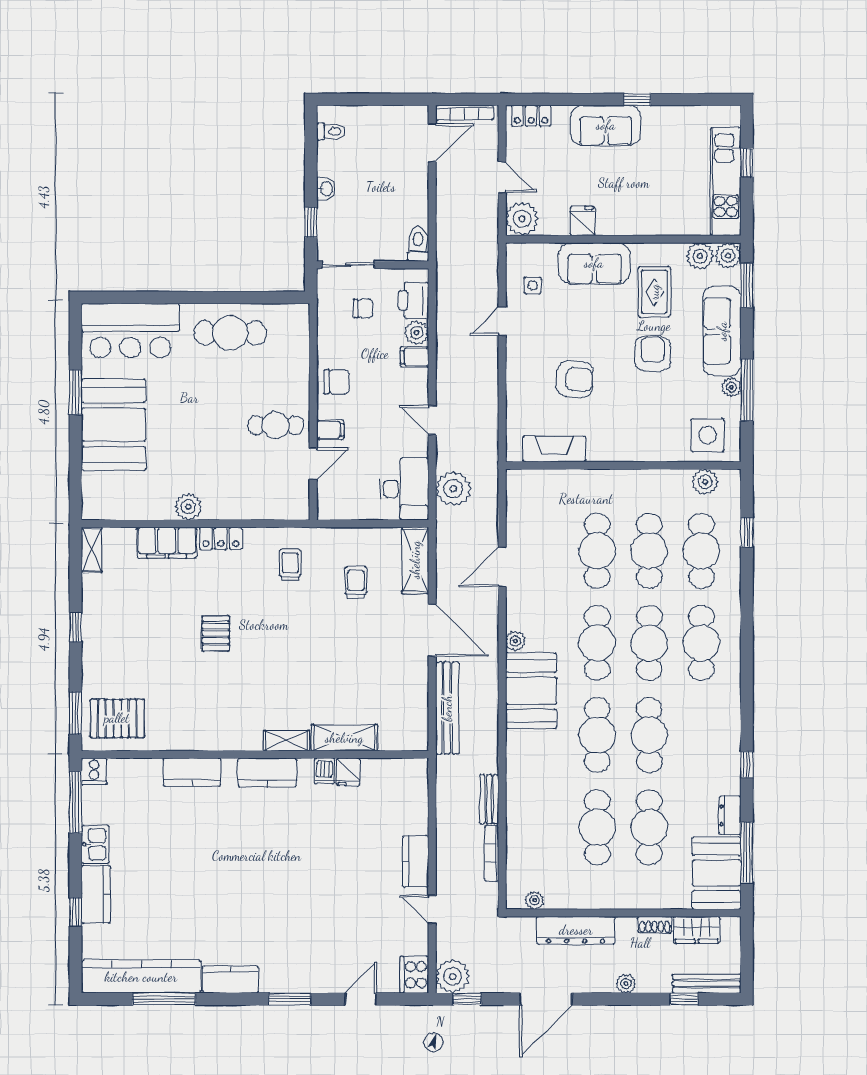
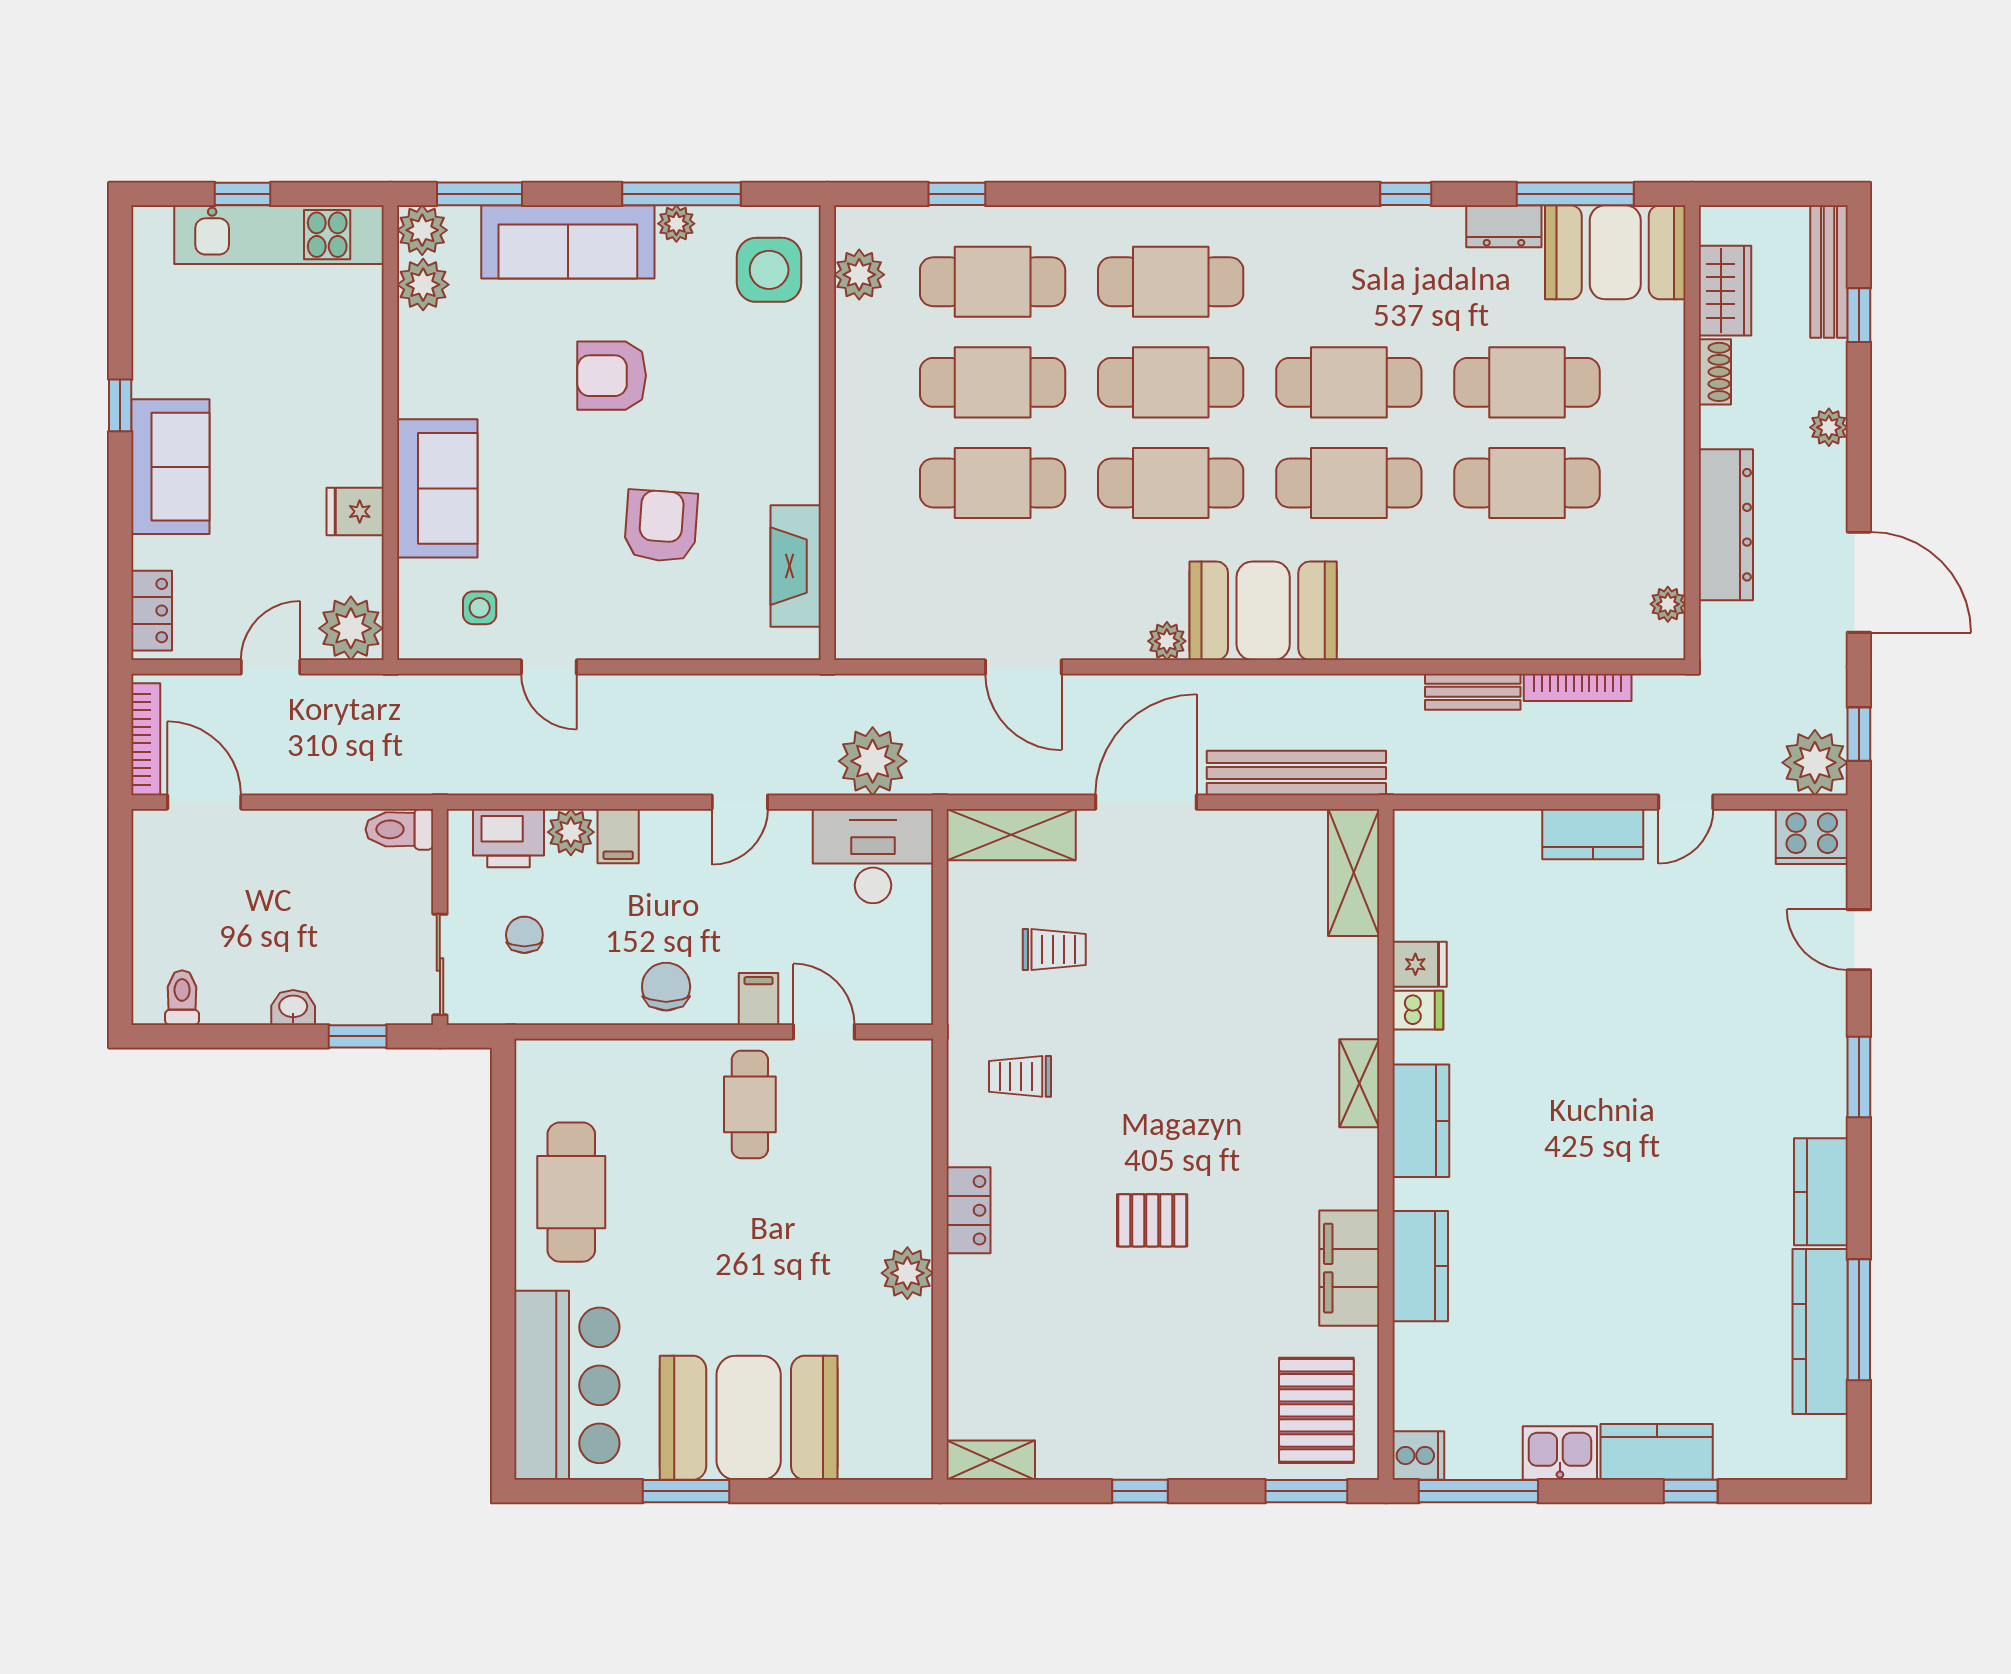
rug: (654, 292) -> (492, 373), removed
filing cabinet: (167, 543) -> (1349, 1268), moved, turned 180
trolley: (356, 583) -> (1054, 950), turned 180
shelving: (344, 738) -> (1354, 872), moved
kitchen counter: (141, 977) -> (1820, 1332), width x0.72, depth x0.86

